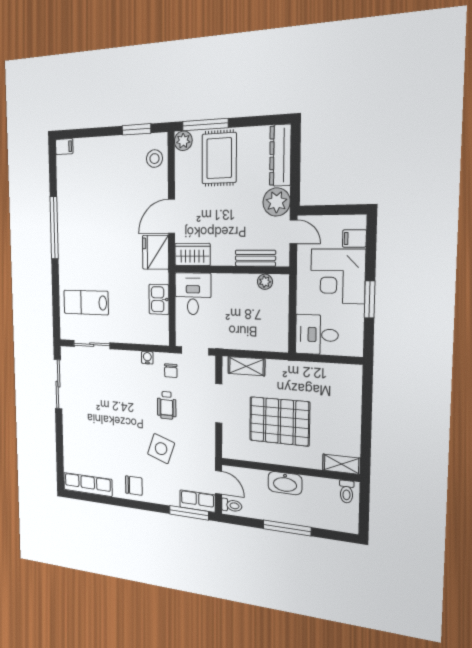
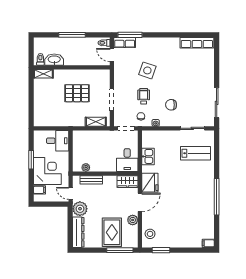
plant: (183, 141) -> (133, 220), moved
pallet: (279, 421) -> (77, 93), width x0.73, depth x0.71
washbasin: (285, 483) -> (54, 60), moved
chair: (134, 486) -> (171, 105), moved

